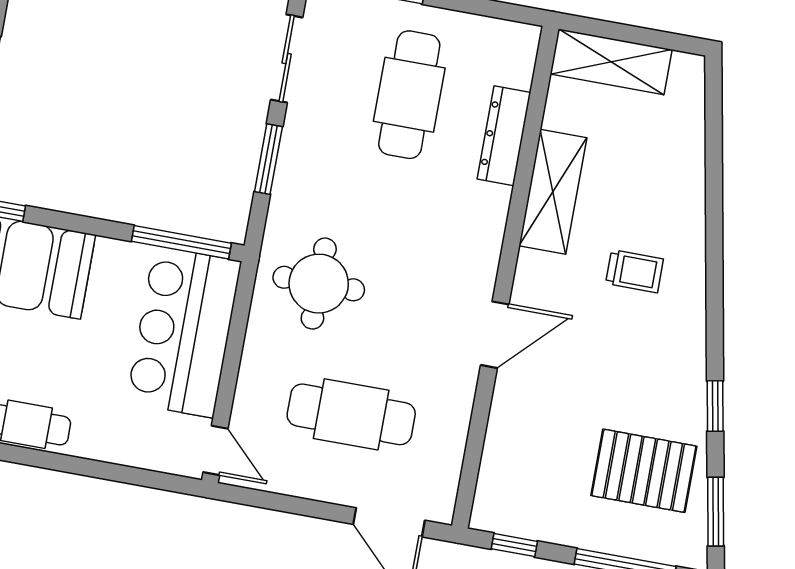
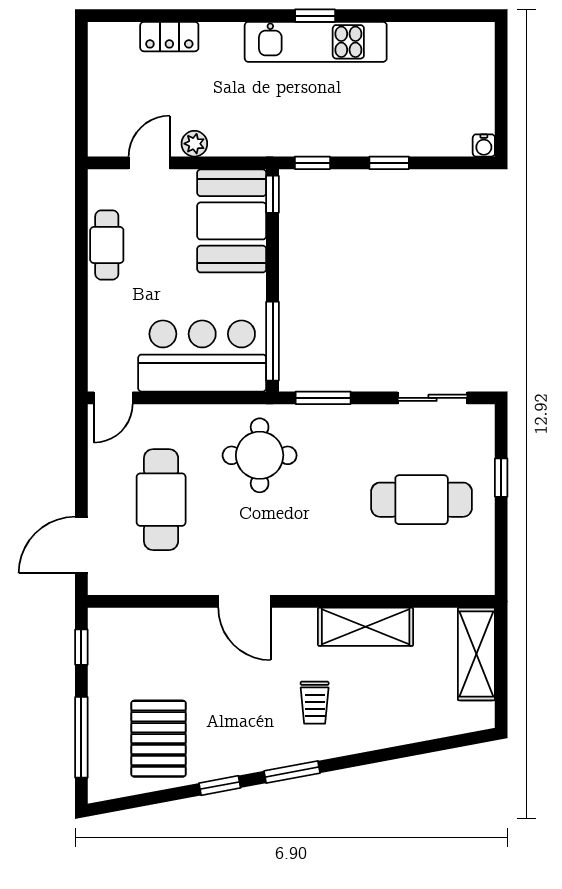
dresser: (504, 136) -> (403, 580), removed
window: (268, 159) -> (323, 398), moved
window: (716, 512) -> (292, 772), moved

